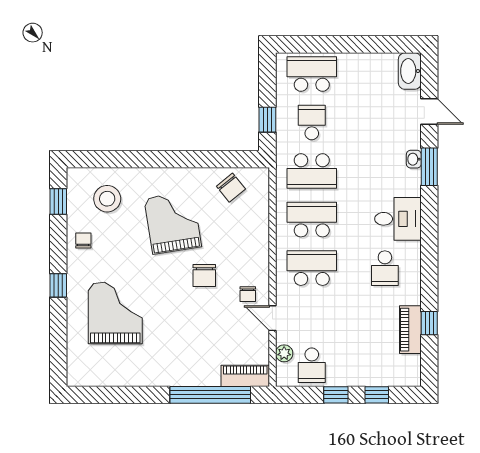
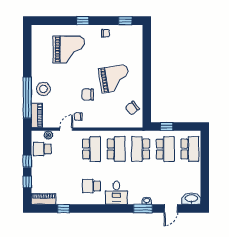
school desk: (312, 123) -> (165, 149), width x1.85
stool: (107, 199) -> (43, 89), moved
piano: (410, 330) -> (44, 199), moved

